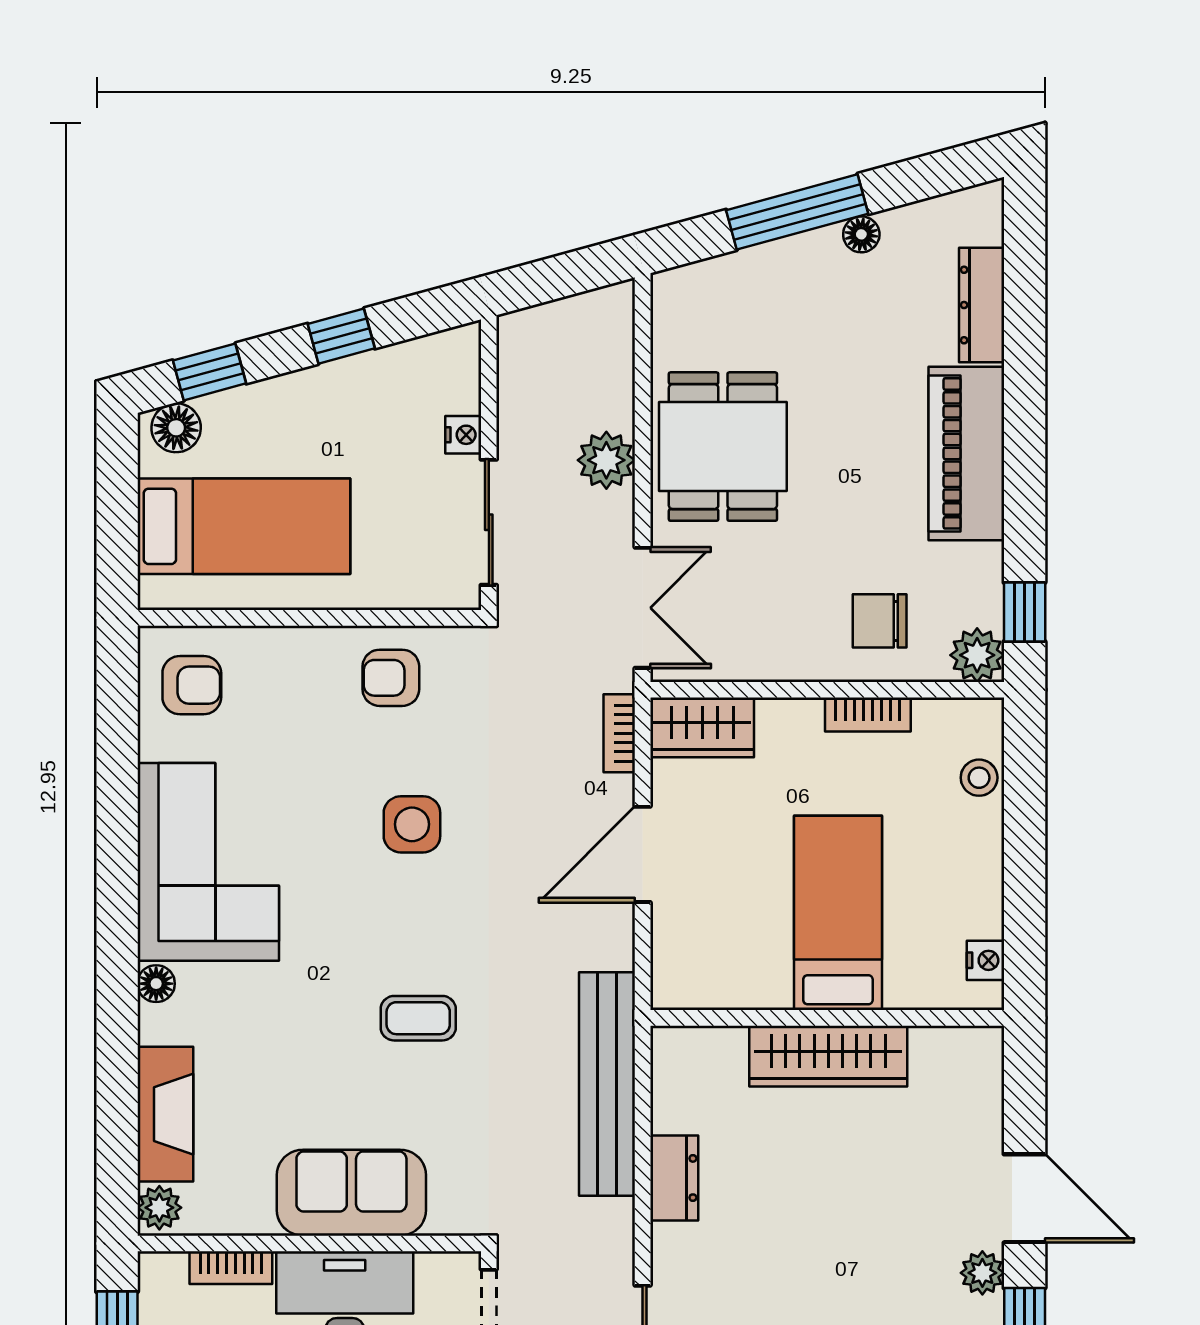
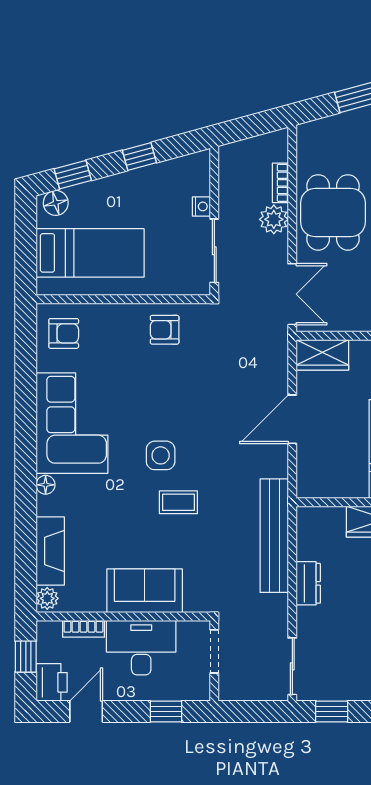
bookcase: (619, 733) -> (280, 183), moved
side table: (412, 824) -> (161, 455), moved

